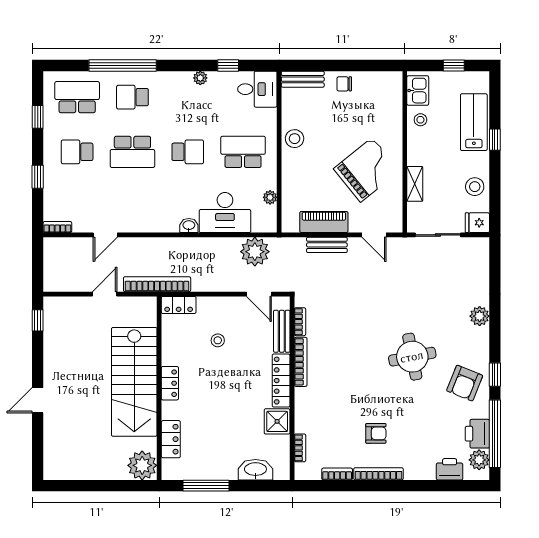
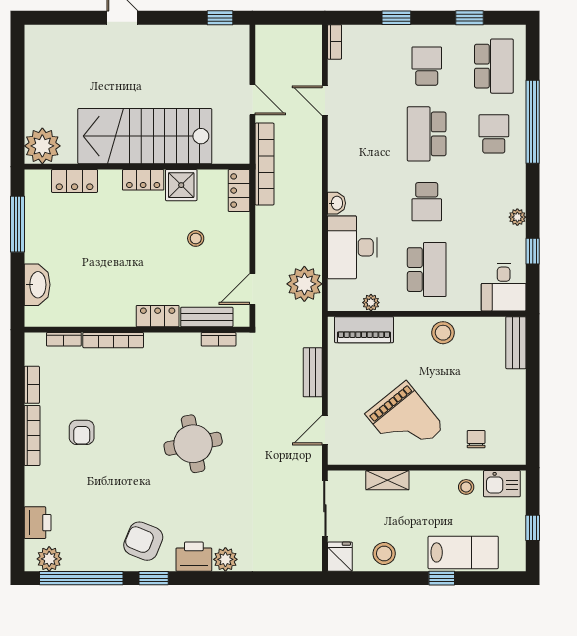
chair: (344, 84) -> (476, 439), moved
piano: (324, 222) -> (364, 330), moved, turned 90
round table: (412, 357) -> (193, 444), moved
bookcase: (301, 362) -> (113, 340), moved
locker: (281, 381) -> (158, 316), width x0.66
shower: (277, 421) -> (181, 185), moved
printer: (477, 434) -> (194, 557), moved

